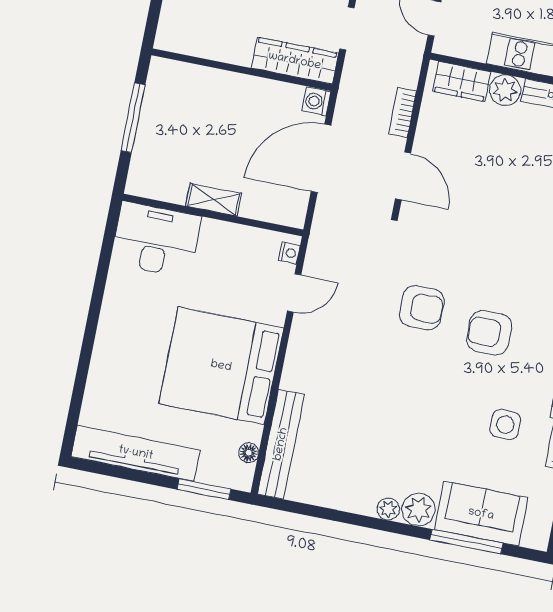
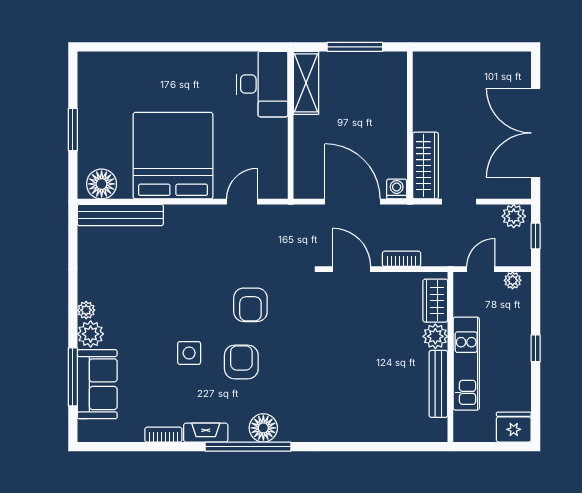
door: (403, 176) -> (351, 269), swing flipped
shelving: (213, 200) -> (306, 83), moved, width x1.50, depth x1.33
nightstand: (289, 253) -> (273, 192), removed
door: (294, 293) -> (242, 202), swing flipped
side table: (505, 425) -> (189, 353), moved
tv unit: (136, 453) -> (90, 102), removed
floor lamp: (249, 453) -> (102, 184), width x1.89, depth x1.89
window: (204, 489) -> (73, 129), moved

